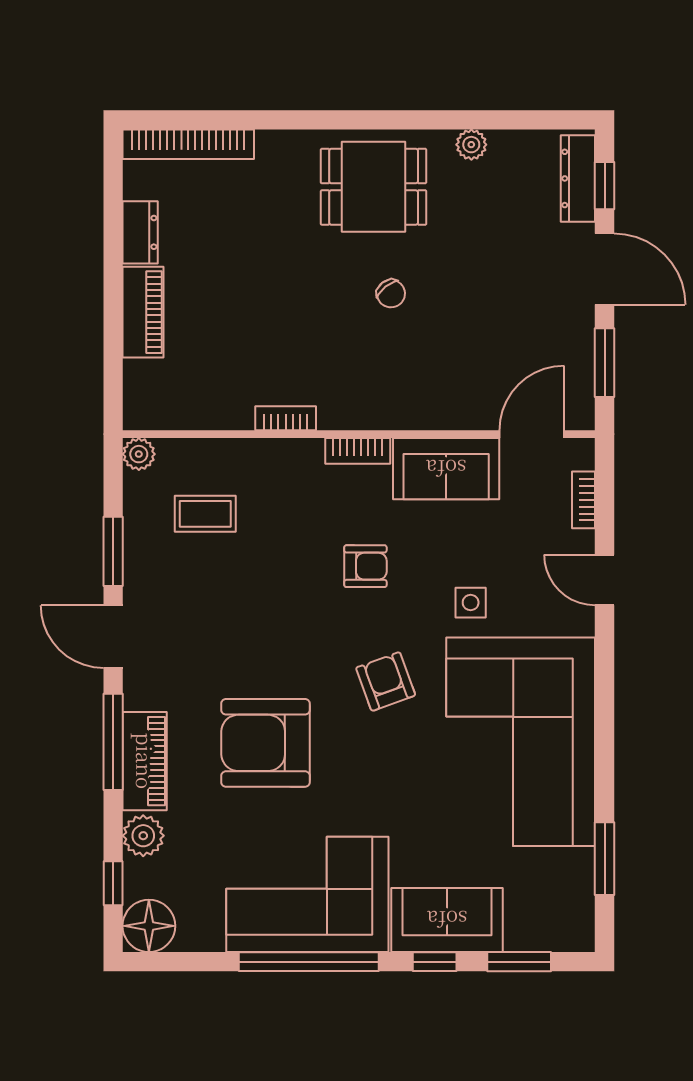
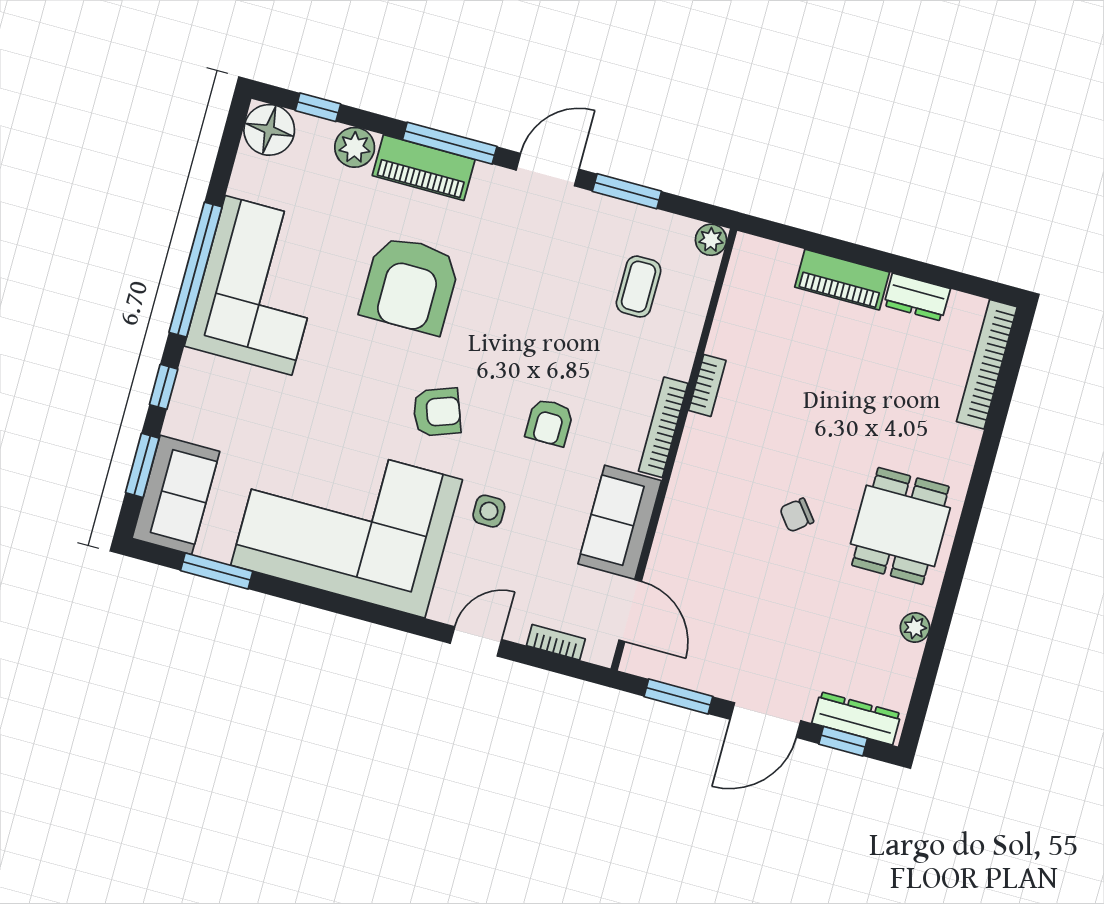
bookcase: (358, 451) -> (663, 427), width x1.56
armchair: (266, 743) -> (410, 285), turned 180
sofa: (447, 920) -> (176, 495), moved

